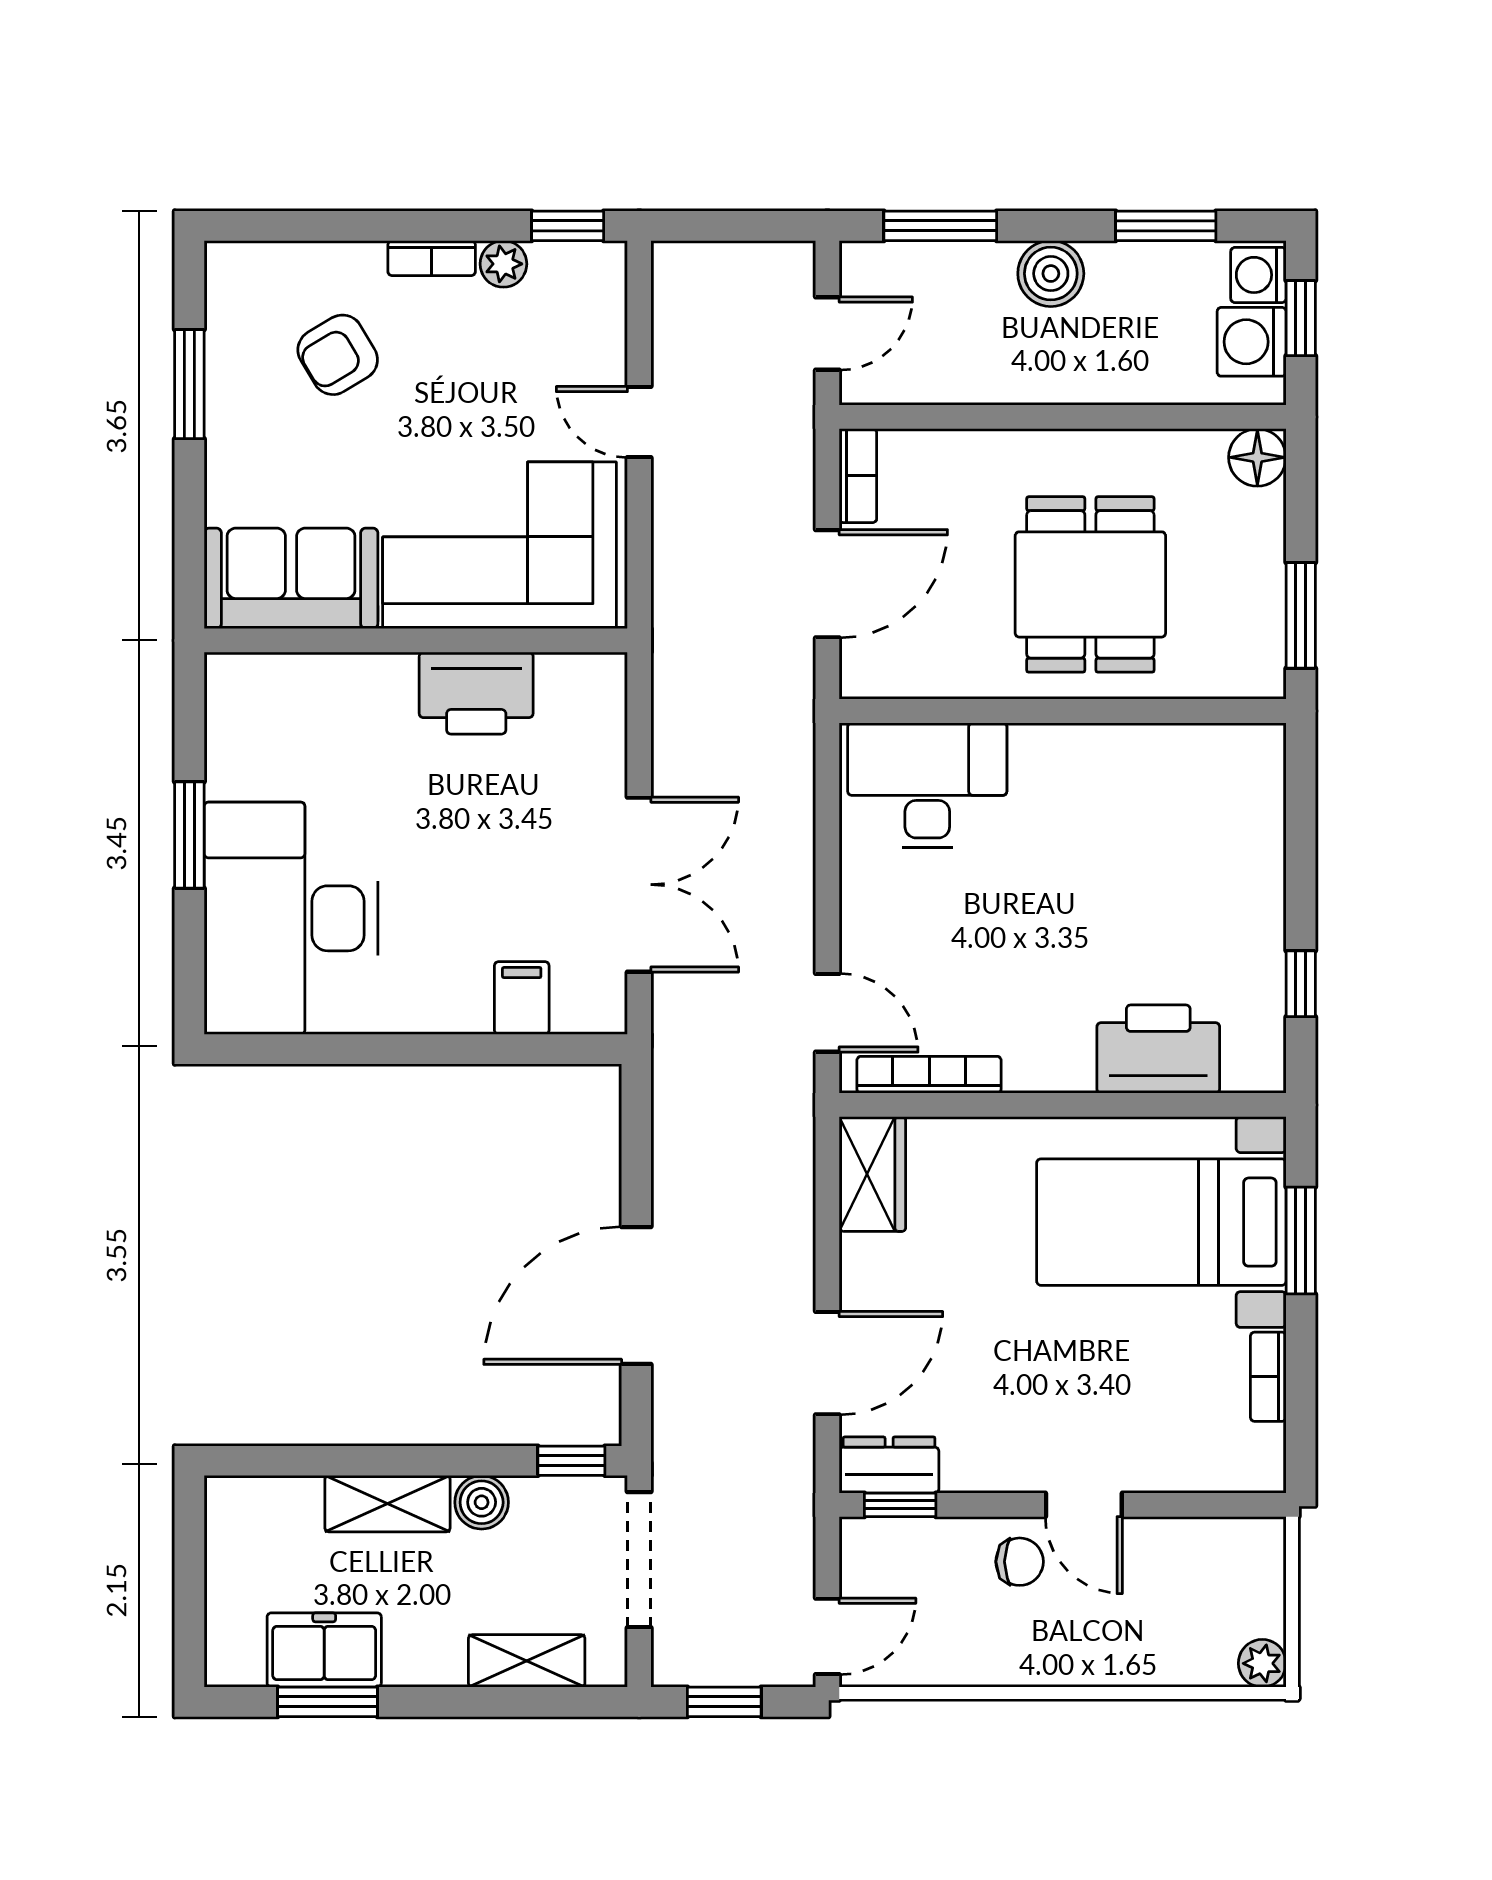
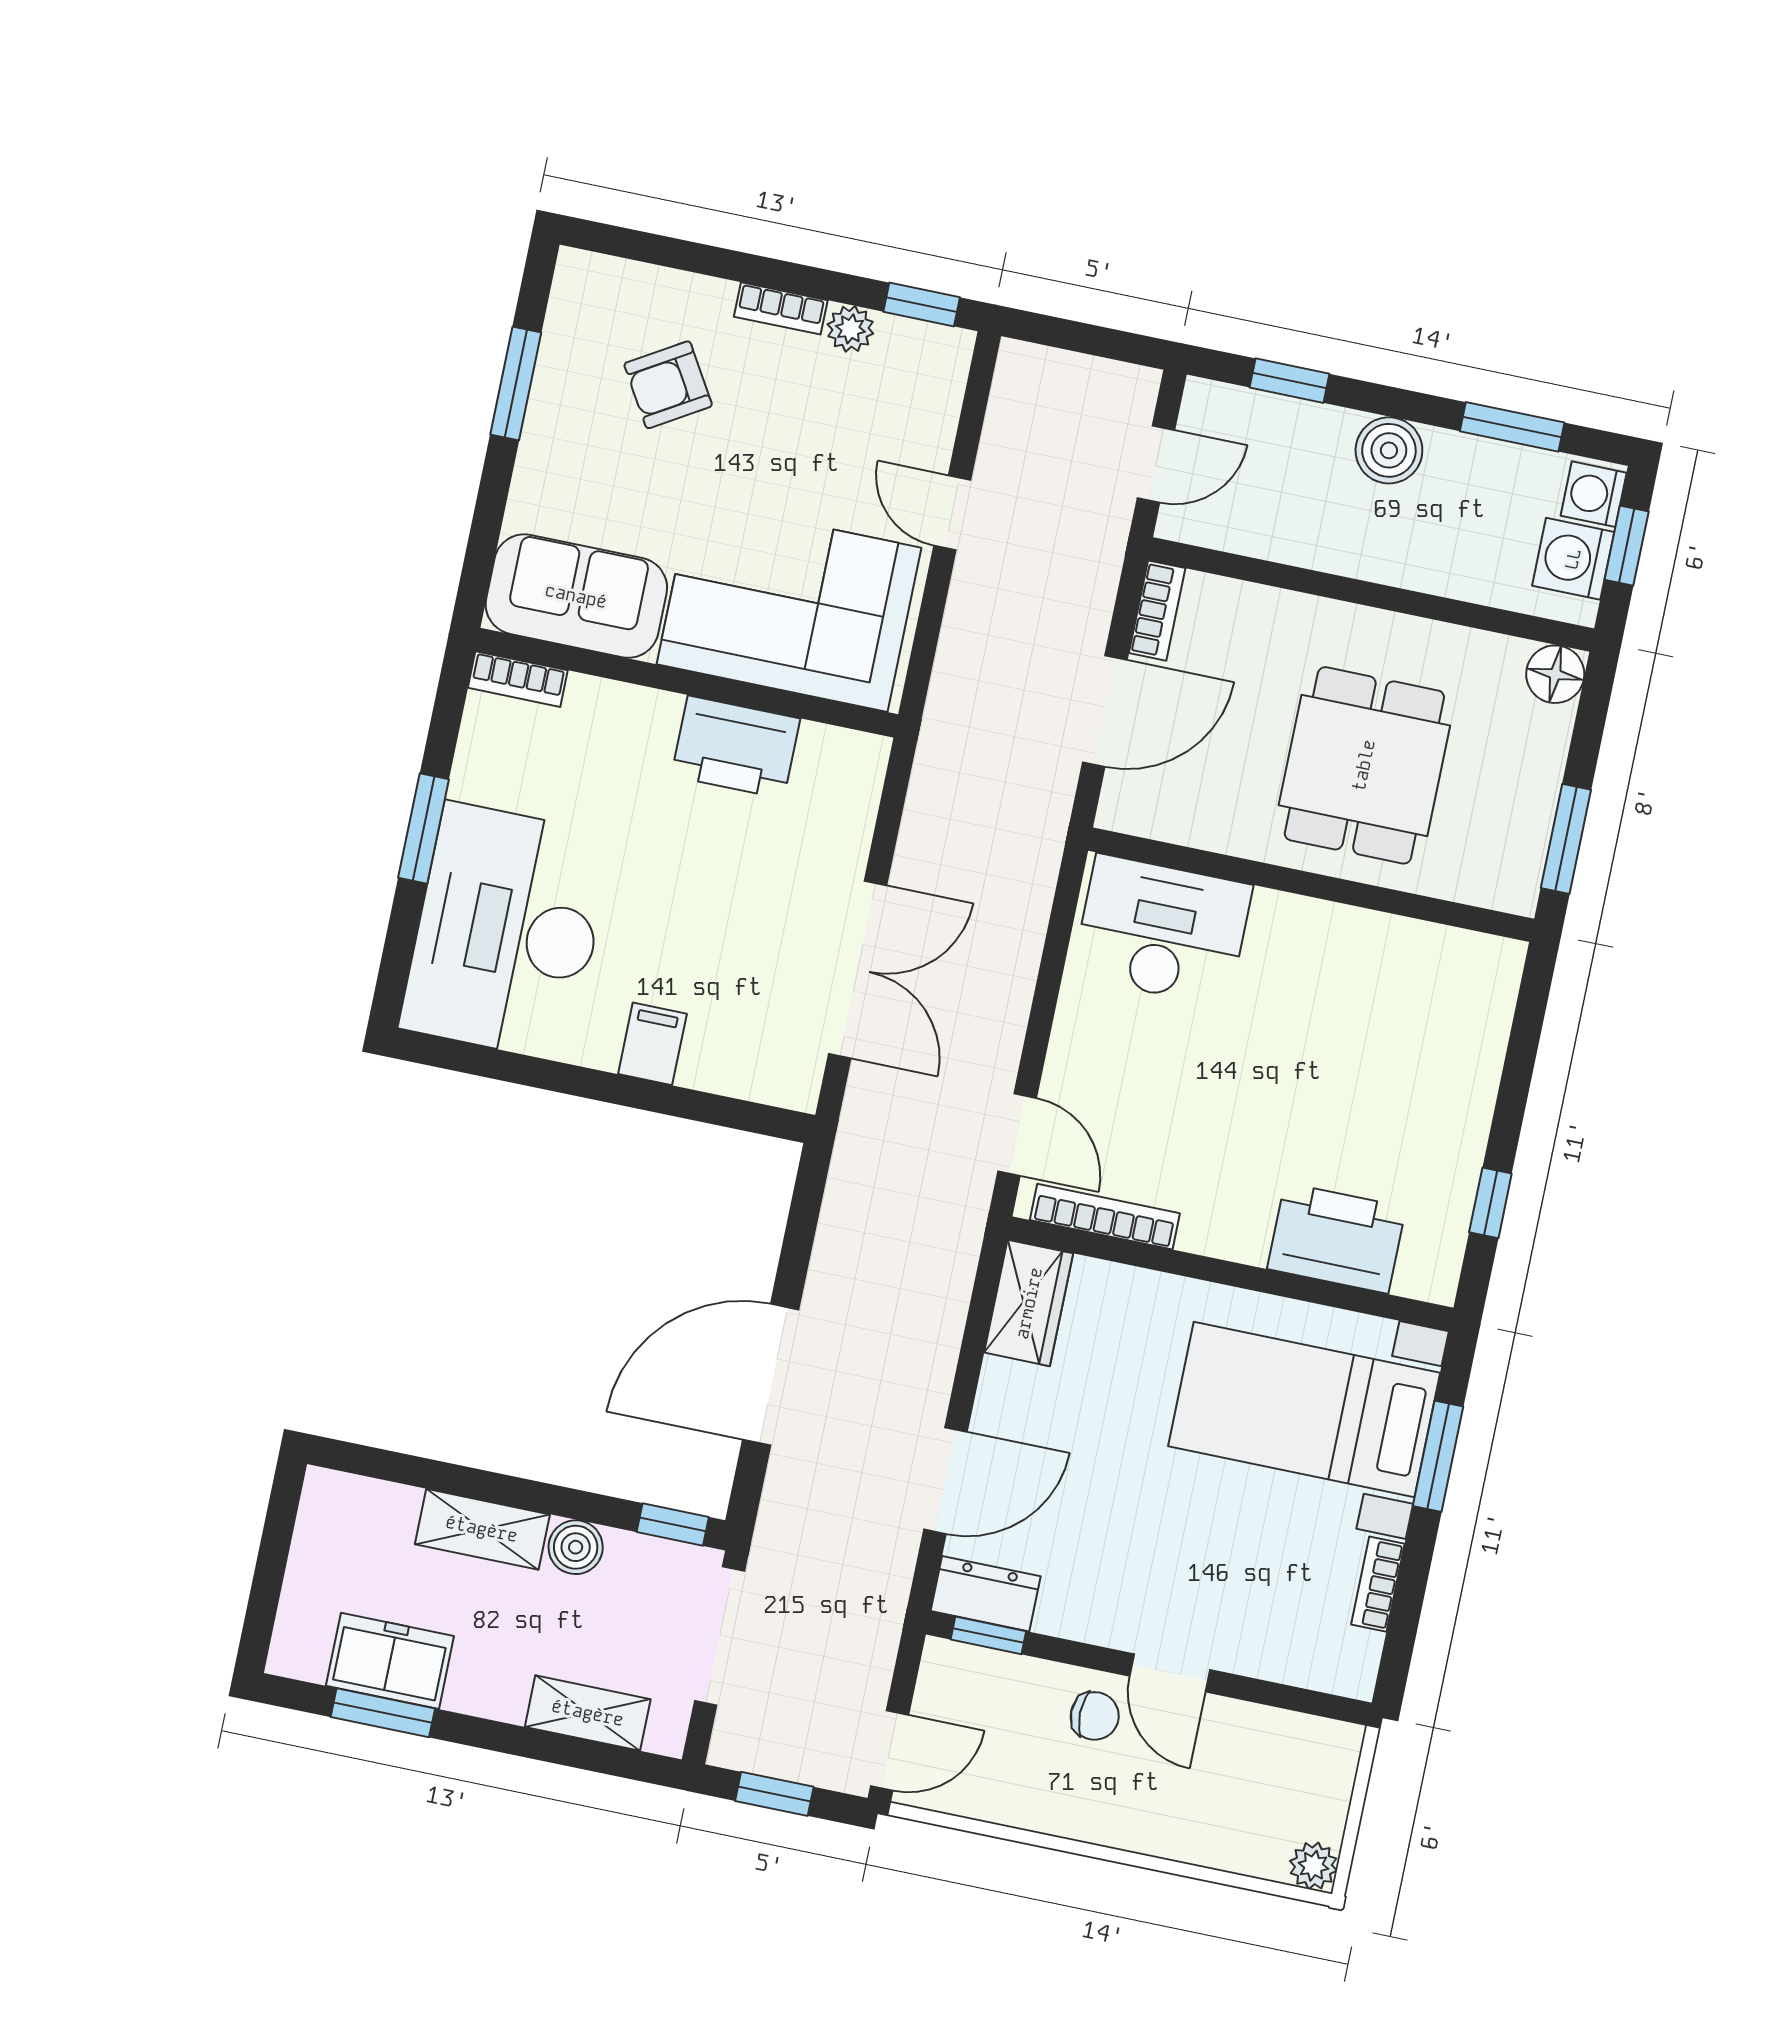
window: (940, 226) -> (1289, 381), width x0.67
bookcase: (251, 671) -> (518, 679), added
filing cabinet: (522, 998) -> (652, 1044), moved

